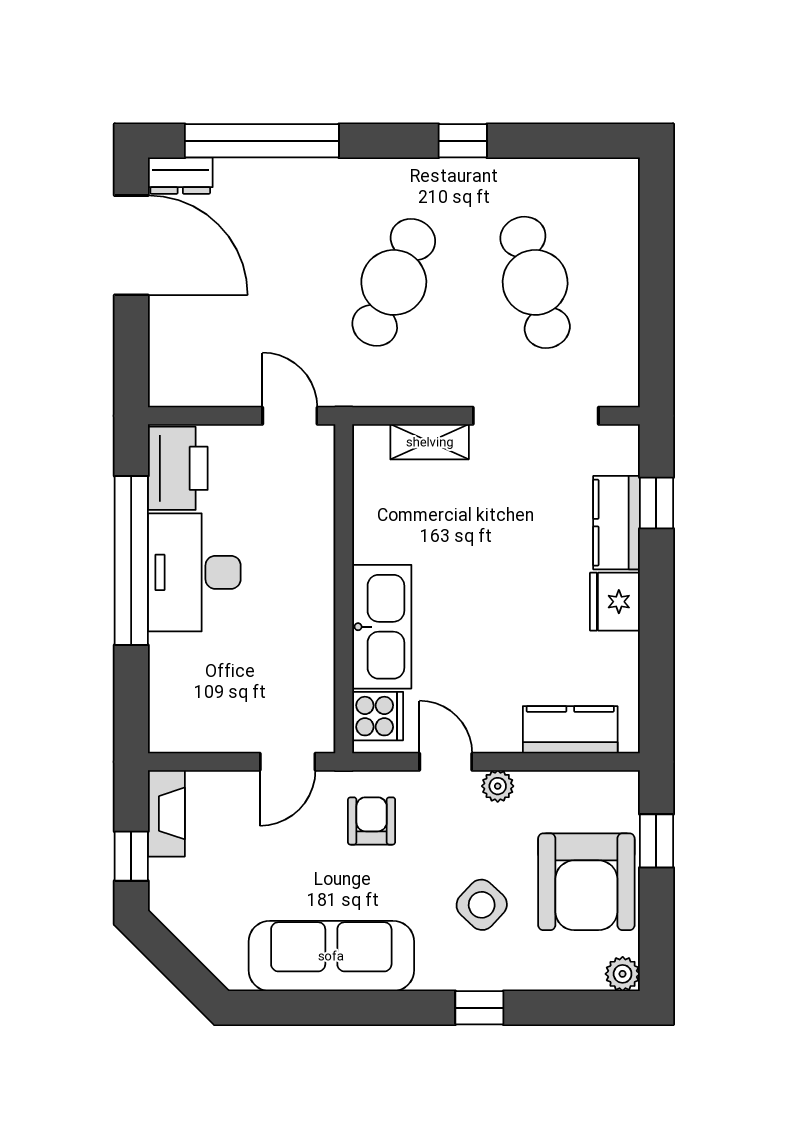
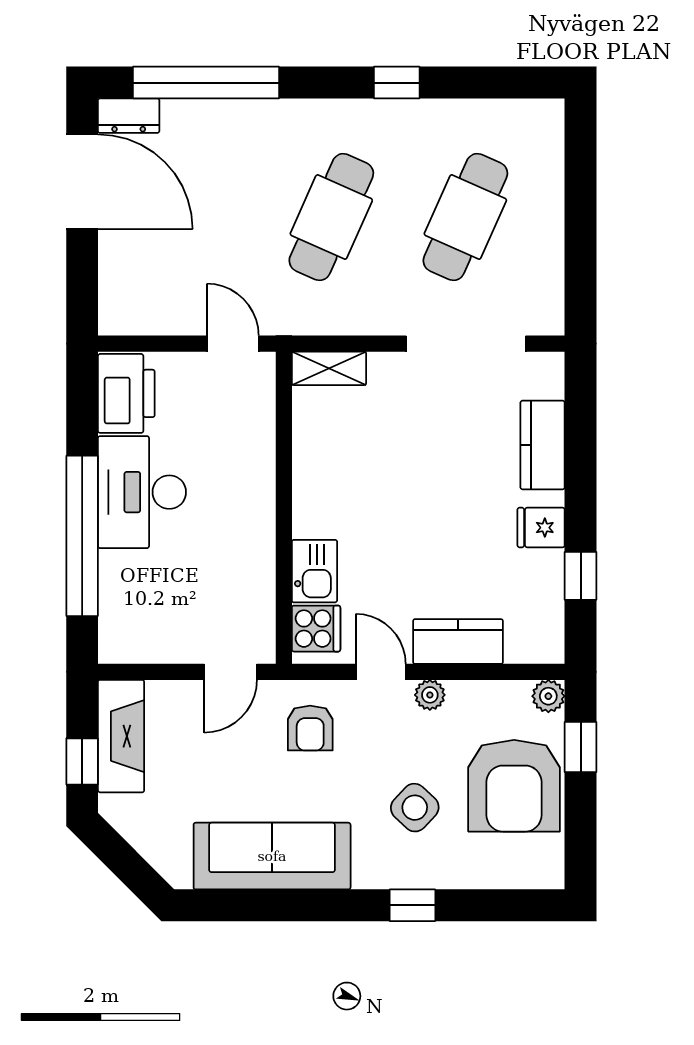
cafe table: (535, 282) -> (465, 217), turned 39
shelving: (430, 442) -> (329, 368), moved
window: (656, 503) -> (581, 576), moved
window: (131, 561) -> (82, 536), moved
fridge: (615, 602) -> (541, 528), width x0.72
kitchen sink: (382, 627) -> (314, 571), width x0.53, depth x0.81
kitchen counter: (570, 730) -> (458, 642), moved
fireplace: (166, 813) -> (121, 736), width x1.37, depth x1.32
armchair: (372, 821) -> (310, 728), turned 180
plant: (623, 974) -> (548, 696), moved

